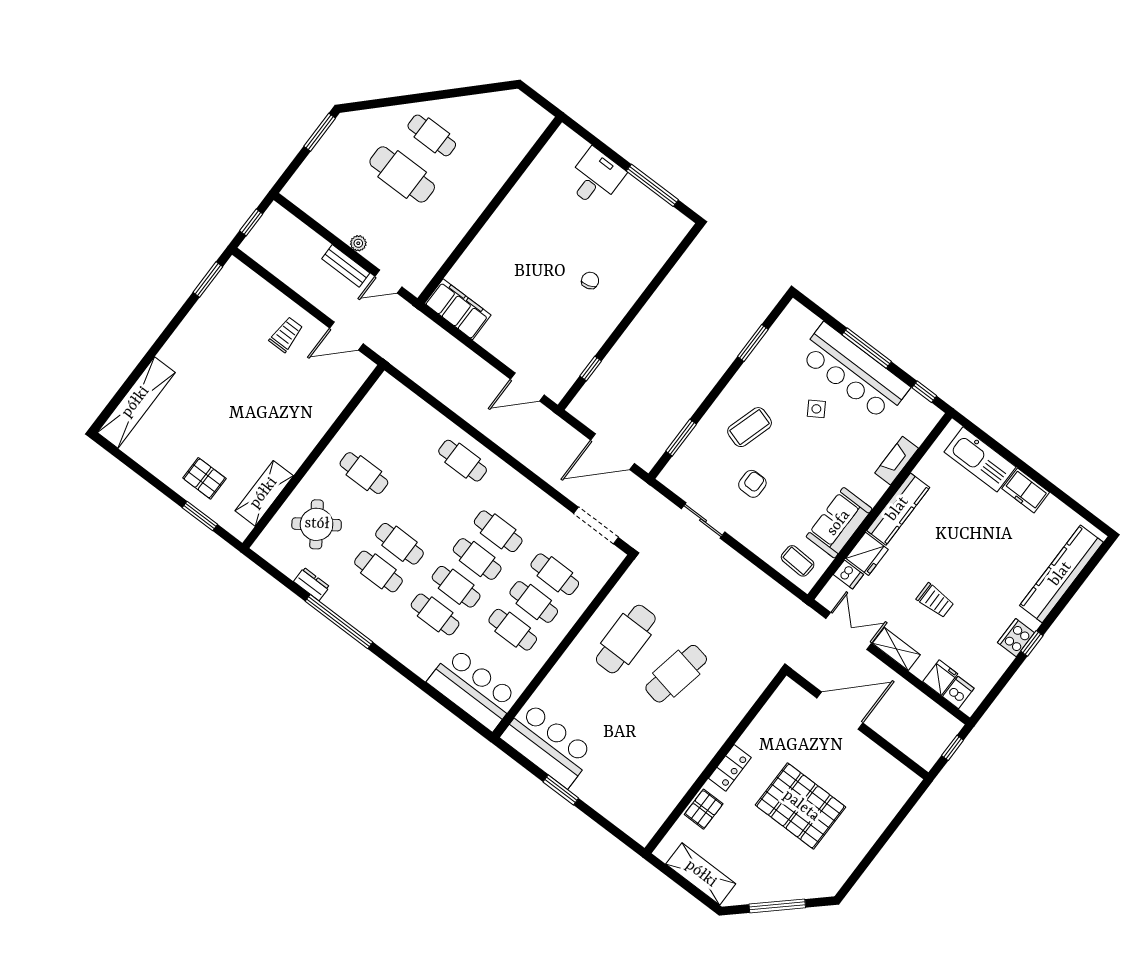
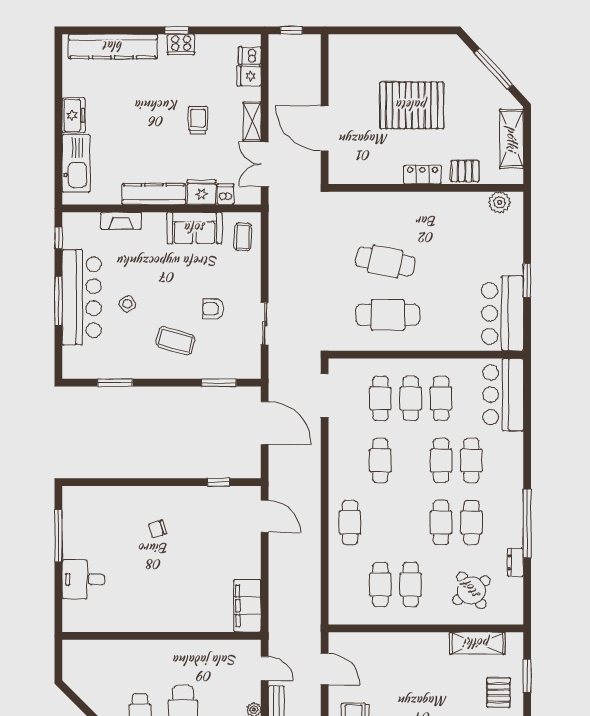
cafe table: (477, 559) -> (380, 584), moved
pallet: (801, 806) -> (412, 105), turned 90
plant: (651, 819) -> (500, 202), added

